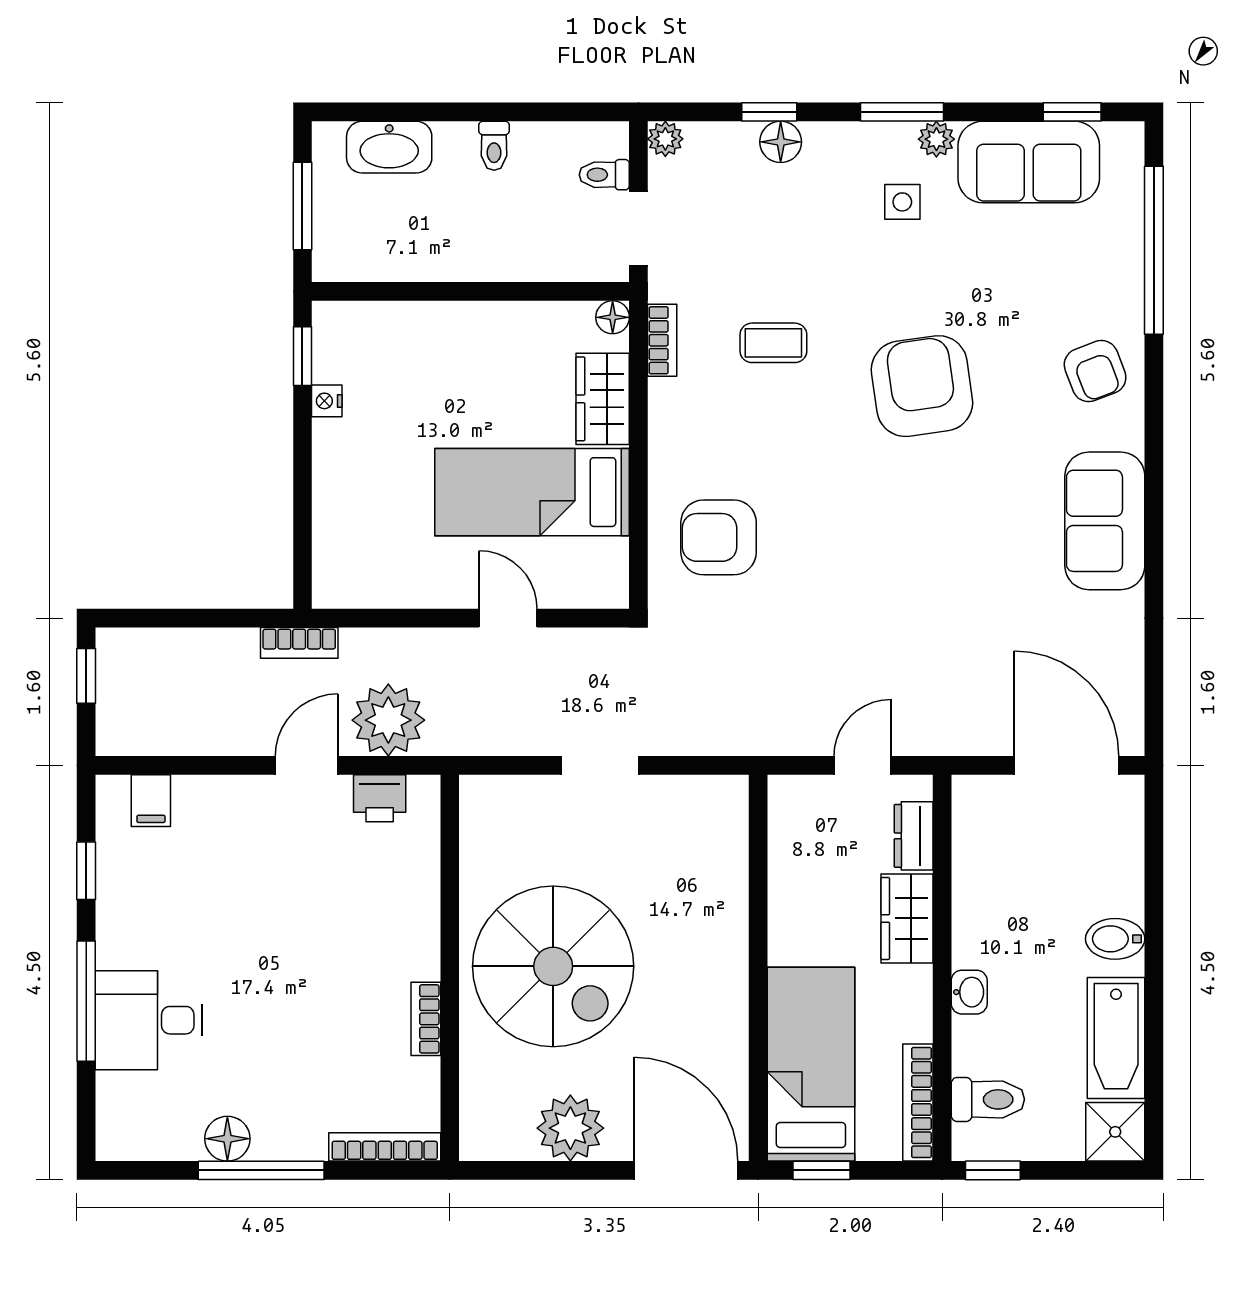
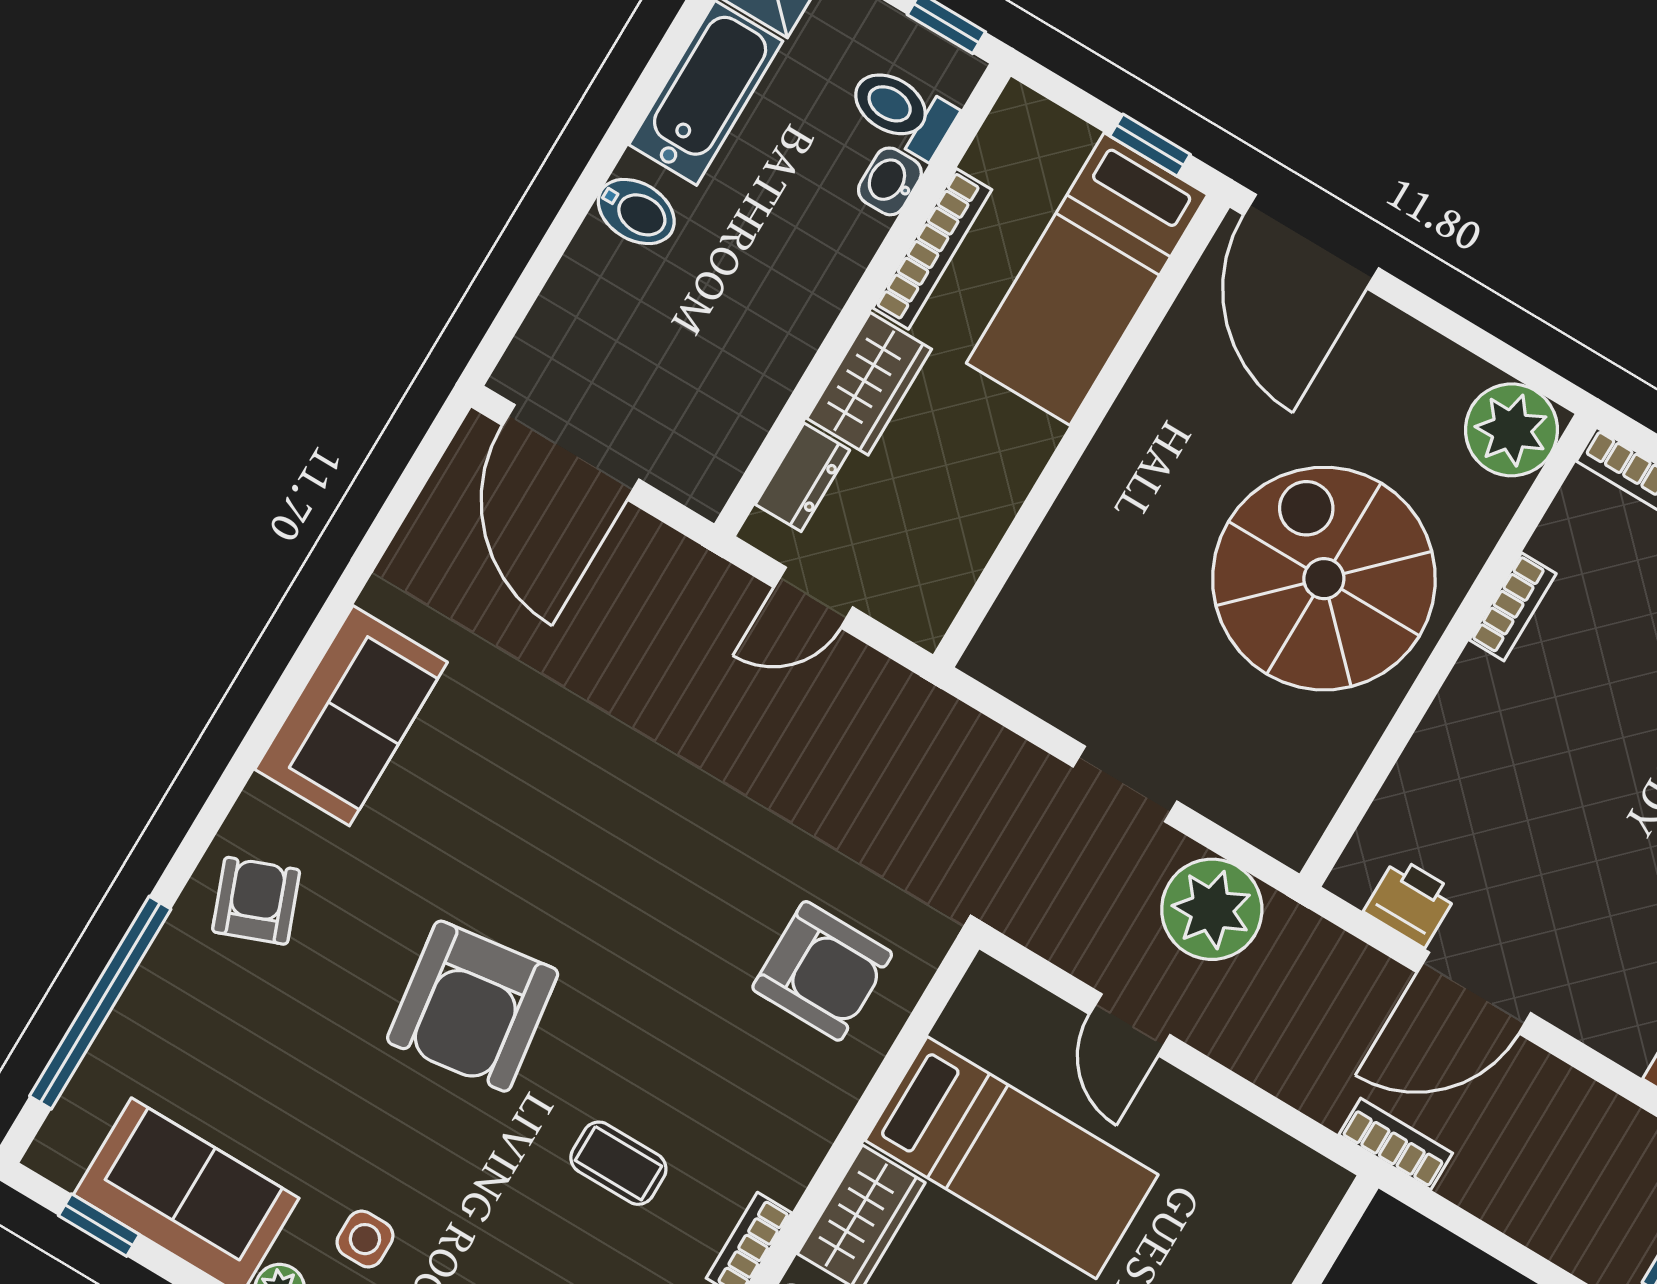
plant: (388, 720) -> (1212, 909), moved
door: (307, 765) -> (1474, 993), width x1.38
washbasin: (969, 992) -> (890, 181), moved
bookcase: (918, 1103) -> (932, 249), moved
plant: (570, 1128) -> (1511, 430), moved

